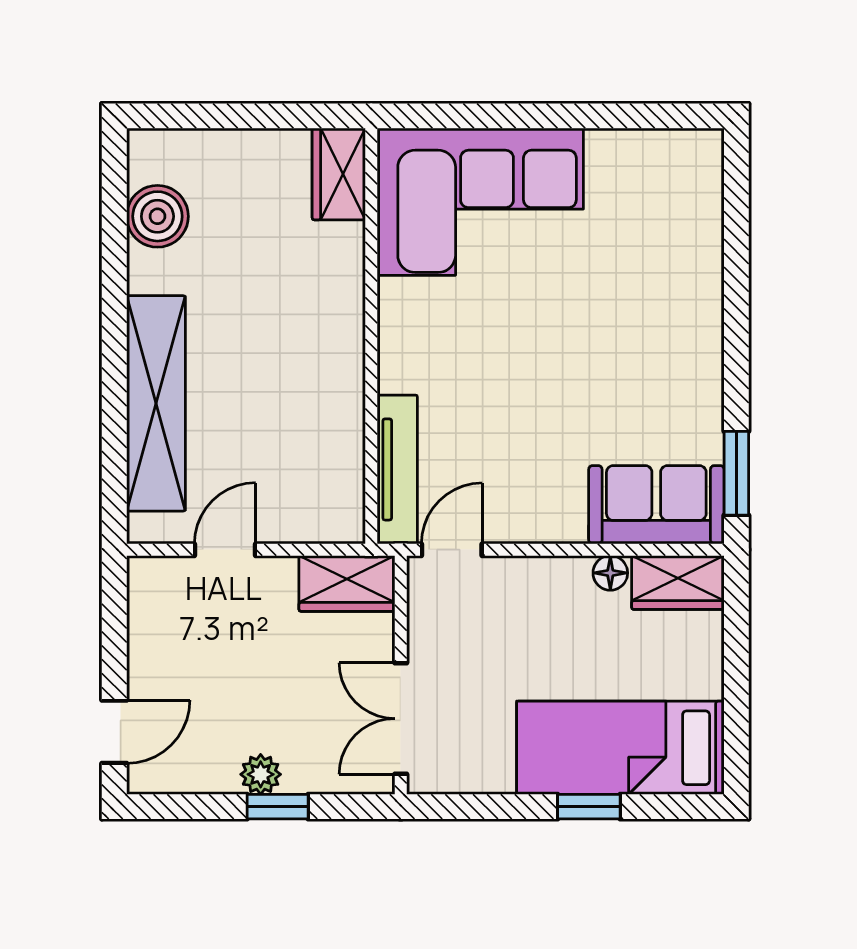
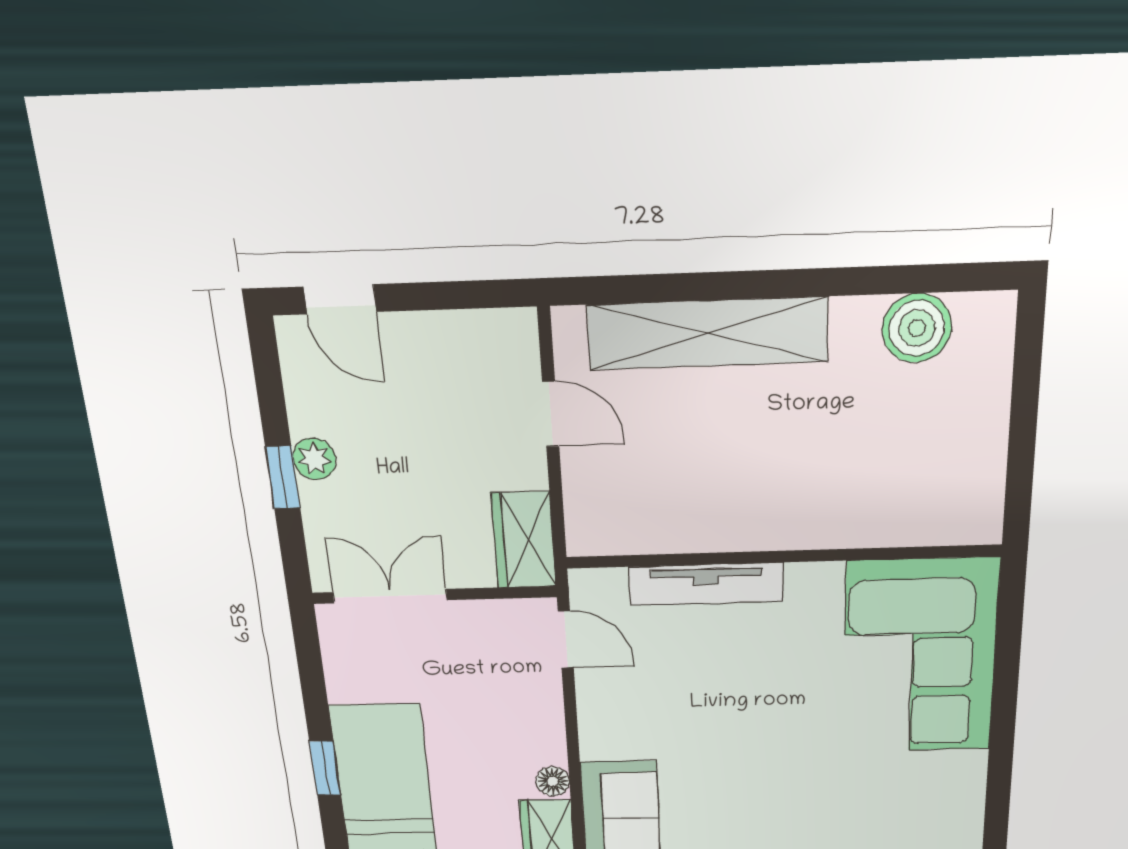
wardrobe: (339, 174) -> (955, 519), removed
tv unit: (397, 469) -> (706, 584), moved

